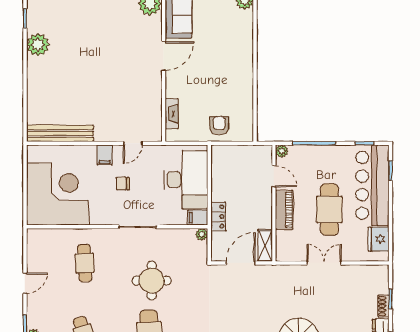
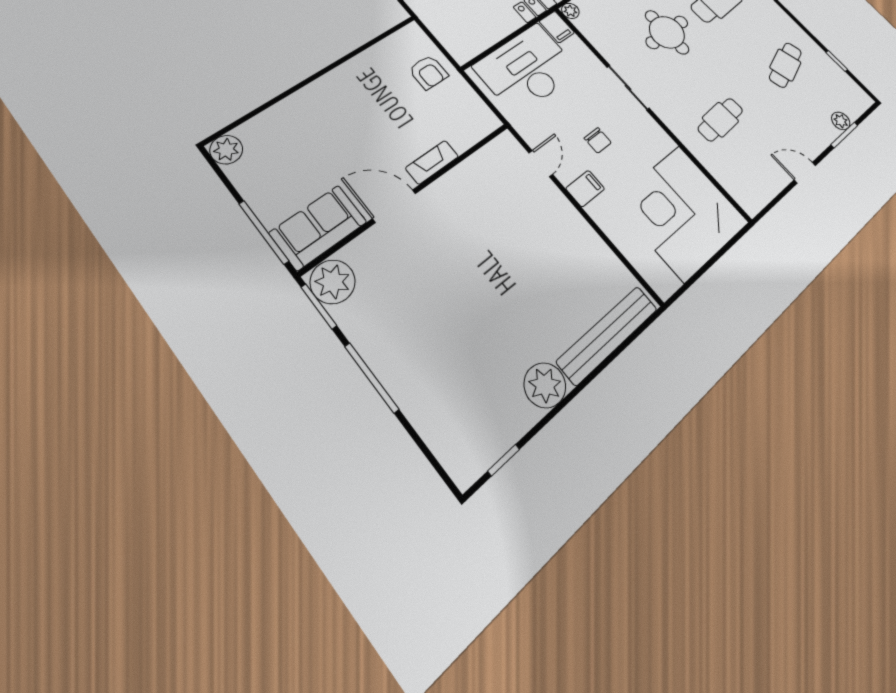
plant: (38, 45) -> (545, 385), moved
fireplace: (172, 114) -> (432, 162), moved
armchair: (219, 126) -> (428, 72), turned -90
bench: (60, 133) -> (608, 335), moved, turned 90
door: (133, 143) -> (541, 164), hinge flipped

